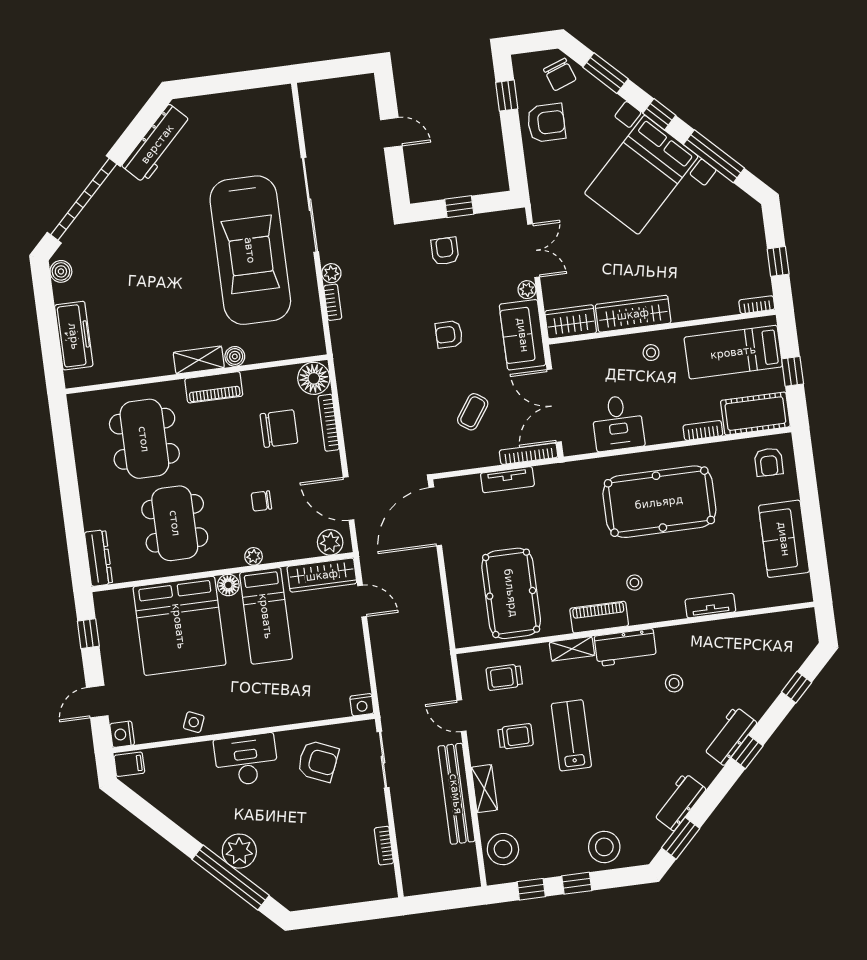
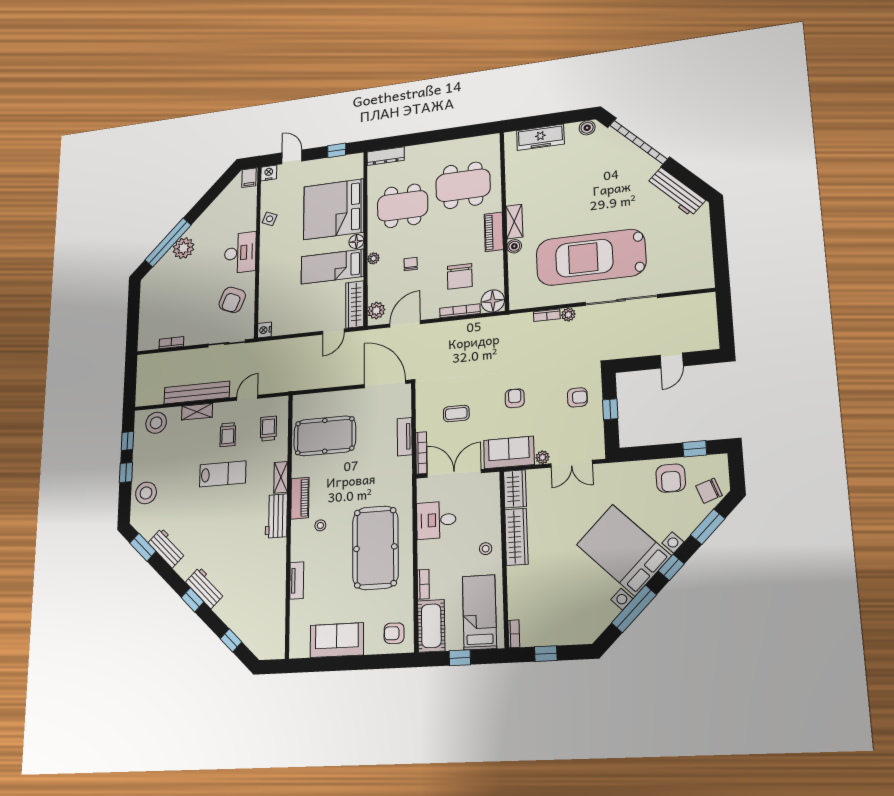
coffee table: (473, 412) -> (456, 413), turned -35
stool: (674, 683) -> (247, 550), removed

